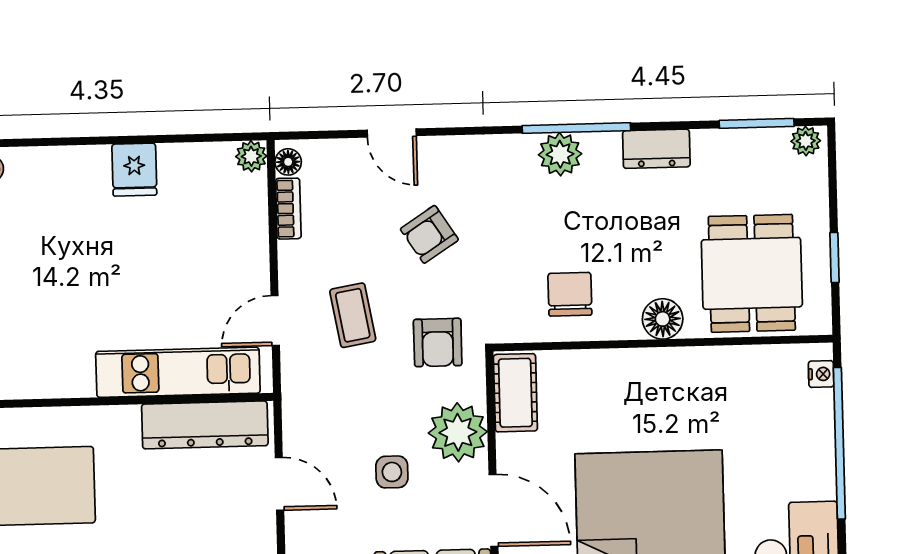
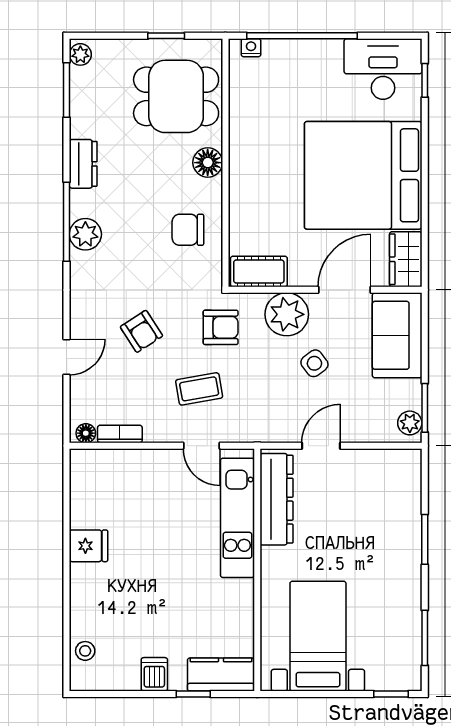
plant: (251, 156) -> (81, 460), removed
side table: (392, 472) -> (314, 363), turned -37

